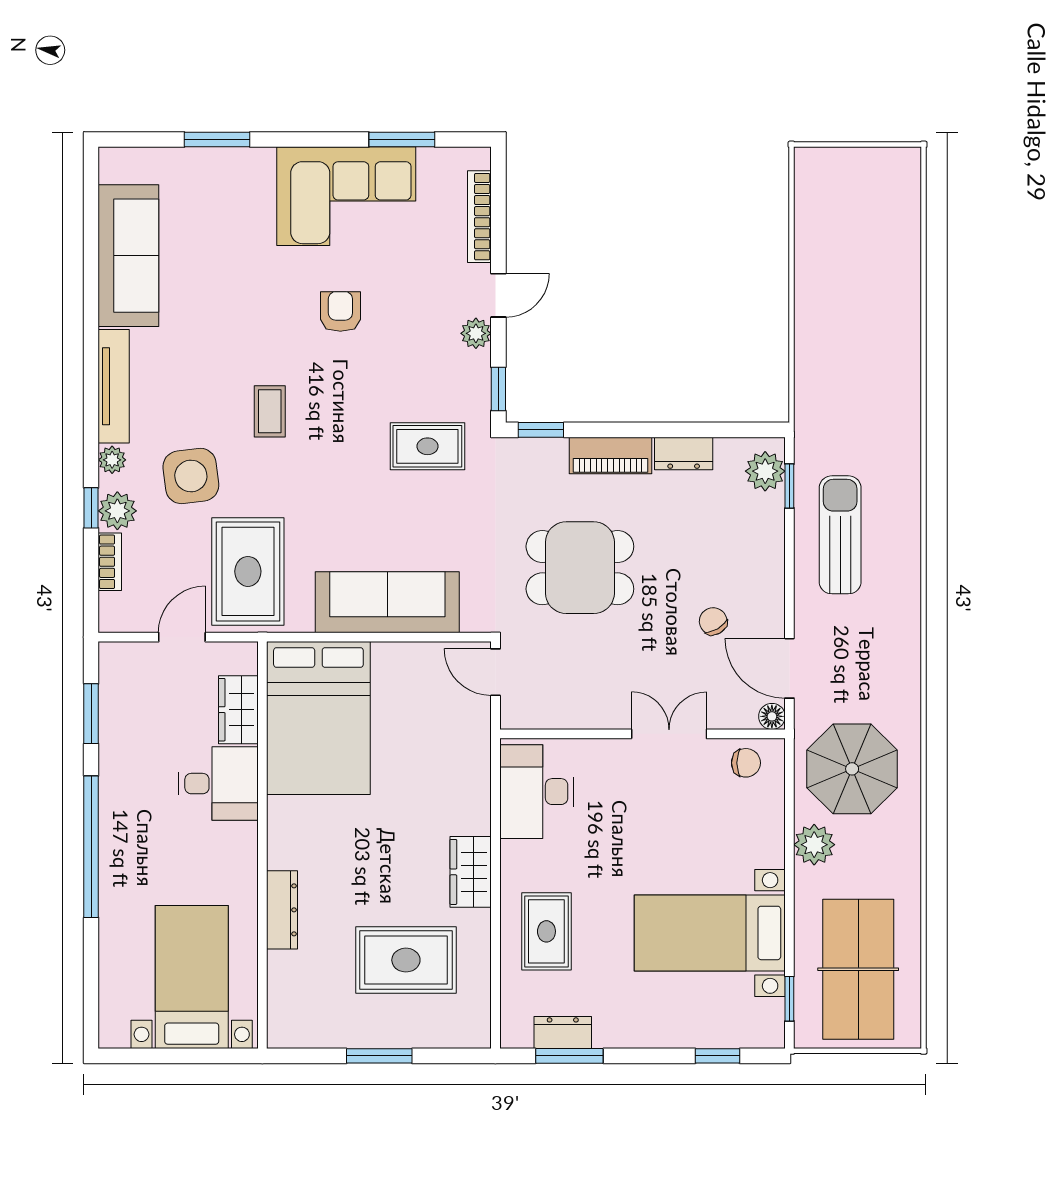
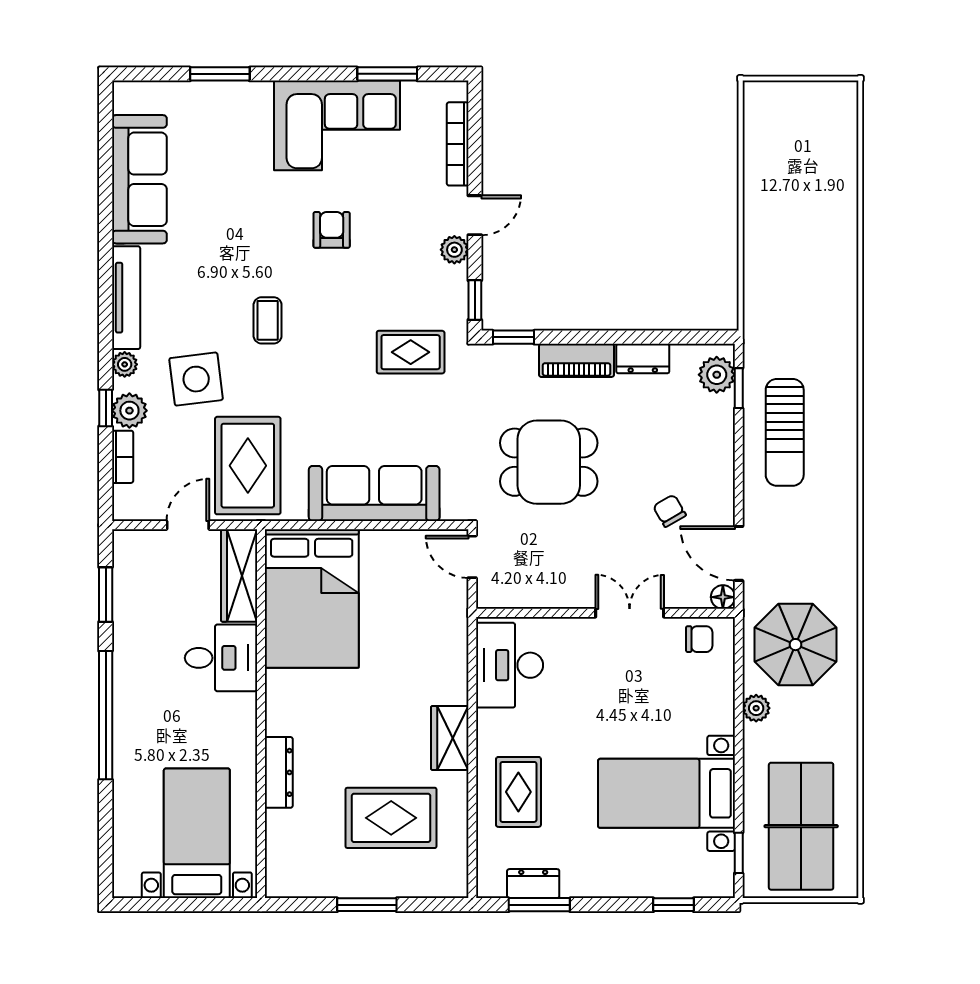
sun lounger: (840, 535) -> (785, 432), turned 180
wardrobe: (238, 710) -> (239, 575), width x1.50
plant: (814, 845) -> (756, 708), width x0.73, depth x0.73

